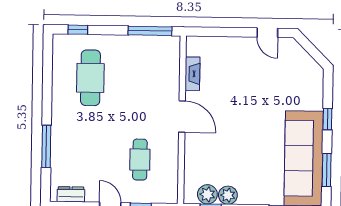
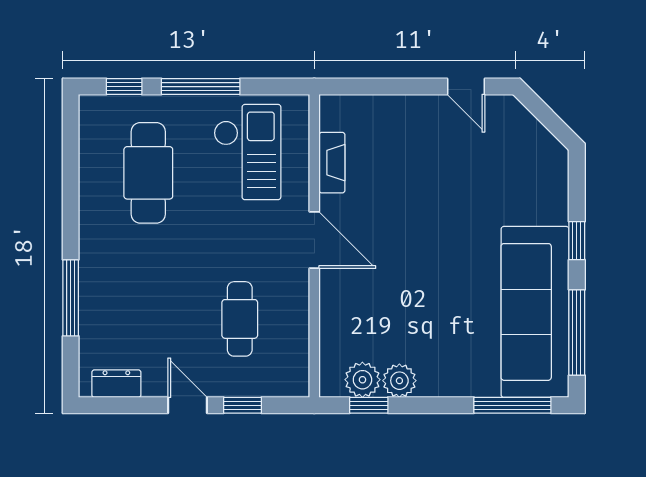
window: (150, 31) -> (201, 87), moved
checkout: (146, 67) -> (247, 152), added
window: (327, 170) -> (577, 332), width x1.44

